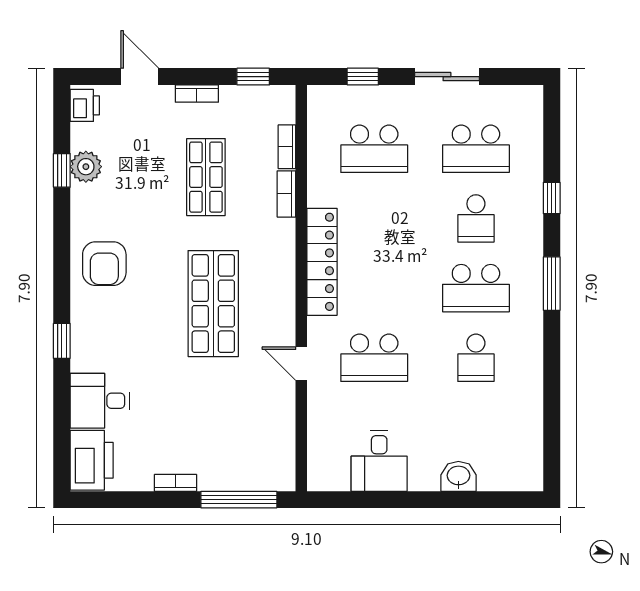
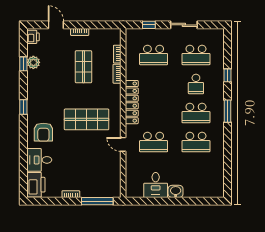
window: (253, 77) -> (103, 25), removed
armchair: (104, 264) -> (43, 132), moved
shop shelf: (213, 304) -> (87, 119), turned 90
window: (62, 341) -> (23, 107), moved
school desk: (476, 358) -> (196, 142), width x1.85
washbasin: (458, 476) -> (176, 191), moved

